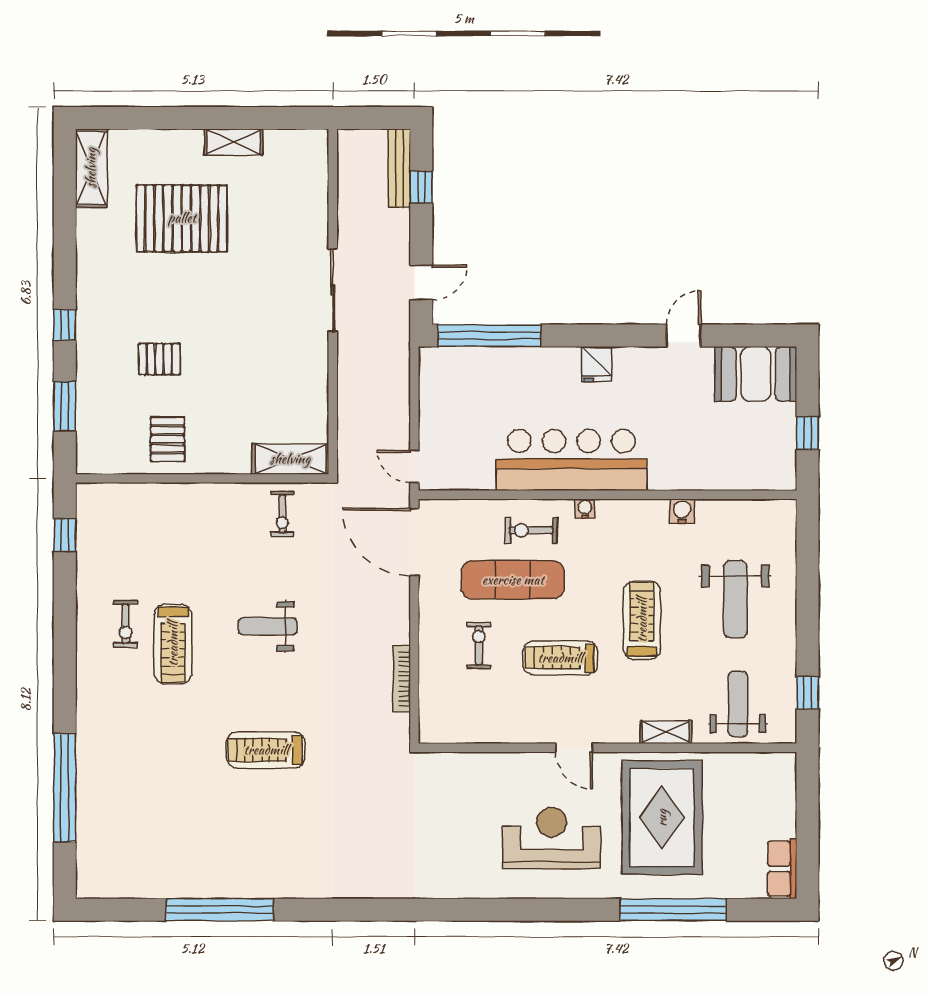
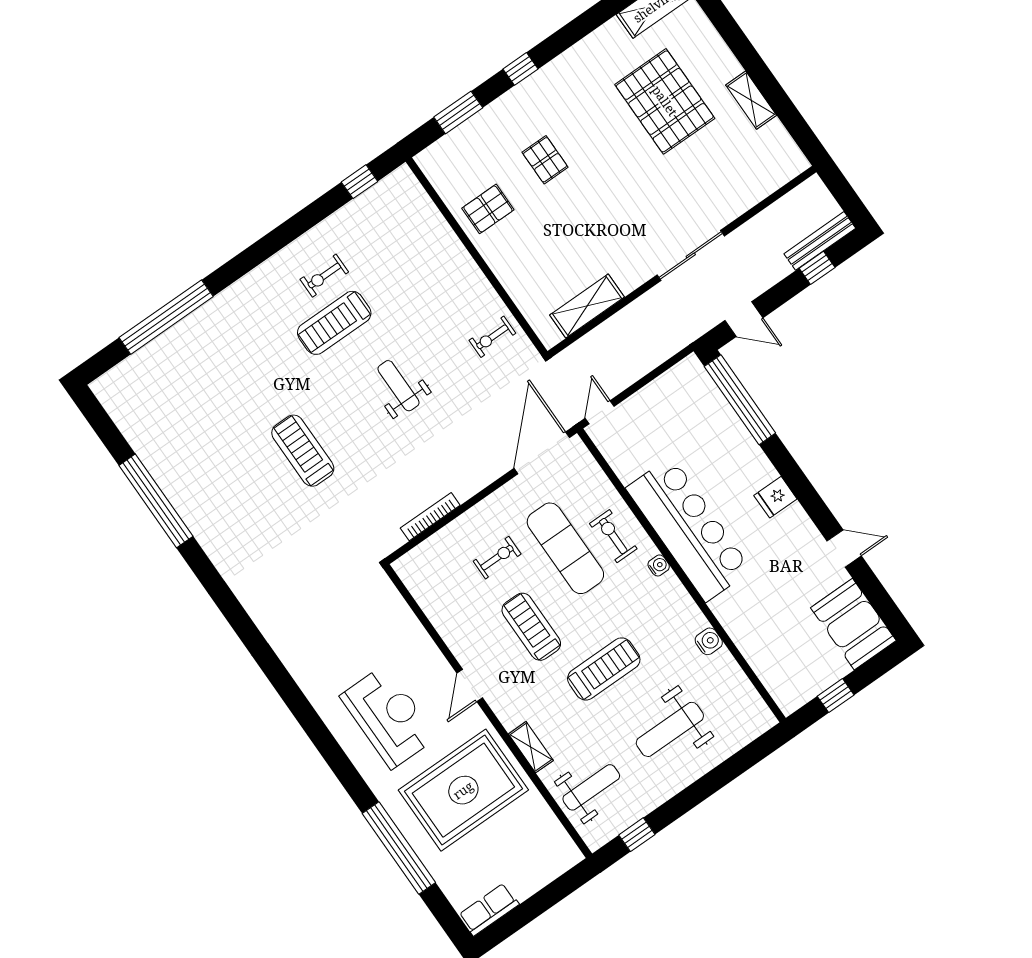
shelving: (290, 459) -> (587, 306), moved, turned 90

